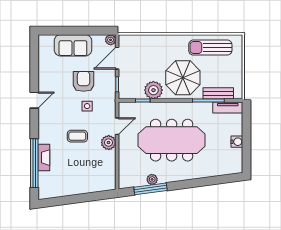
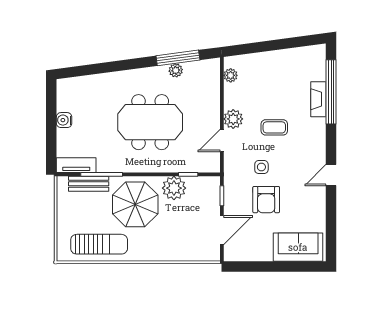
plant: (111, 40) -> (231, 75), moved
sofa: (73, 45) -> (298, 247), moved
meeting table: (172, 140) -> (150, 122), width x0.73

